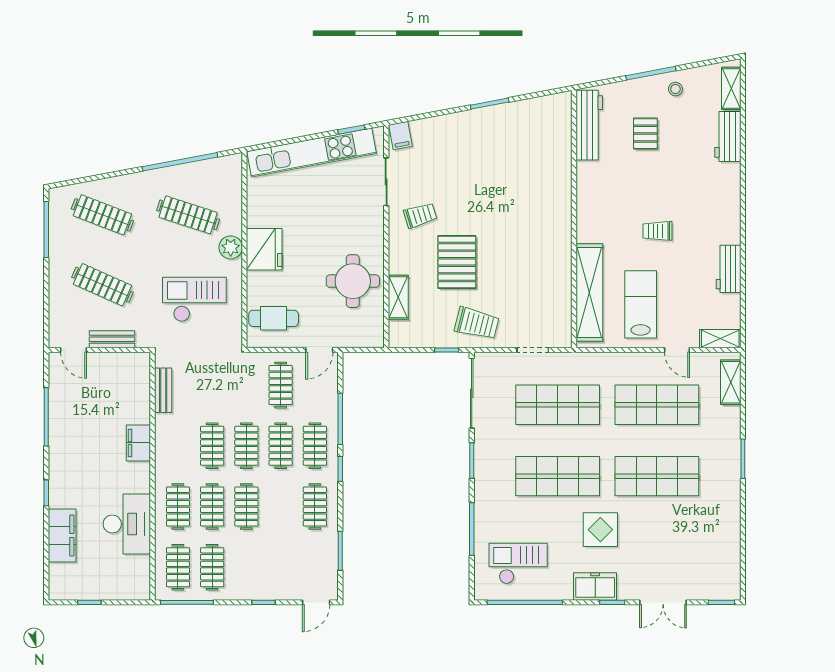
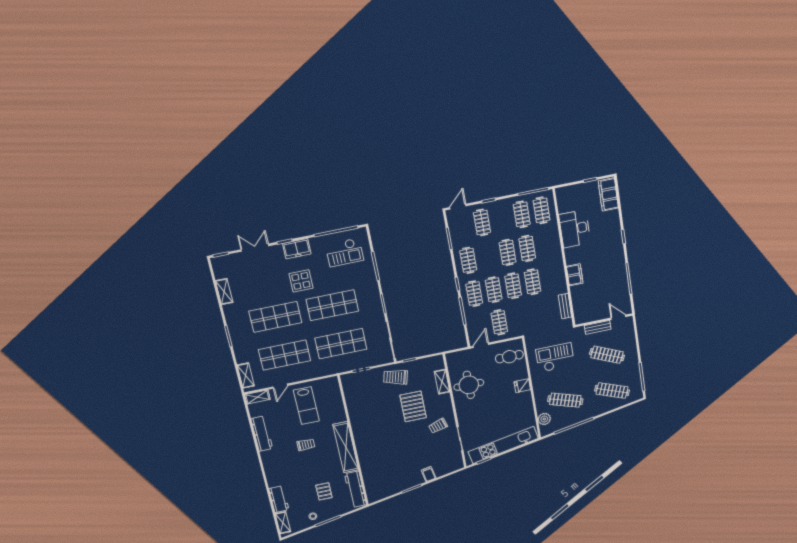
filing cabinet: (400, 135) -> (429, 474), moved
plant: (231, 247) -> (544, 419), moved
fridge: (264, 249) -> (522, 386), width x0.53, depth x0.75
workbench: (729, 269) -> (262, 434), width x1.38
shelving: (589, 293) -> (346, 447), moved
checkout: (194, 299) -> (555, 358), turned 180
door: (677, 350) -> (280, 386), swing flipped
clothes rail: (178, 506) -> (482, 222), moved
filing cabinet: (62, 535) -> (608, 194), moved
shelving: (731, 538) -> (224, 292), added

